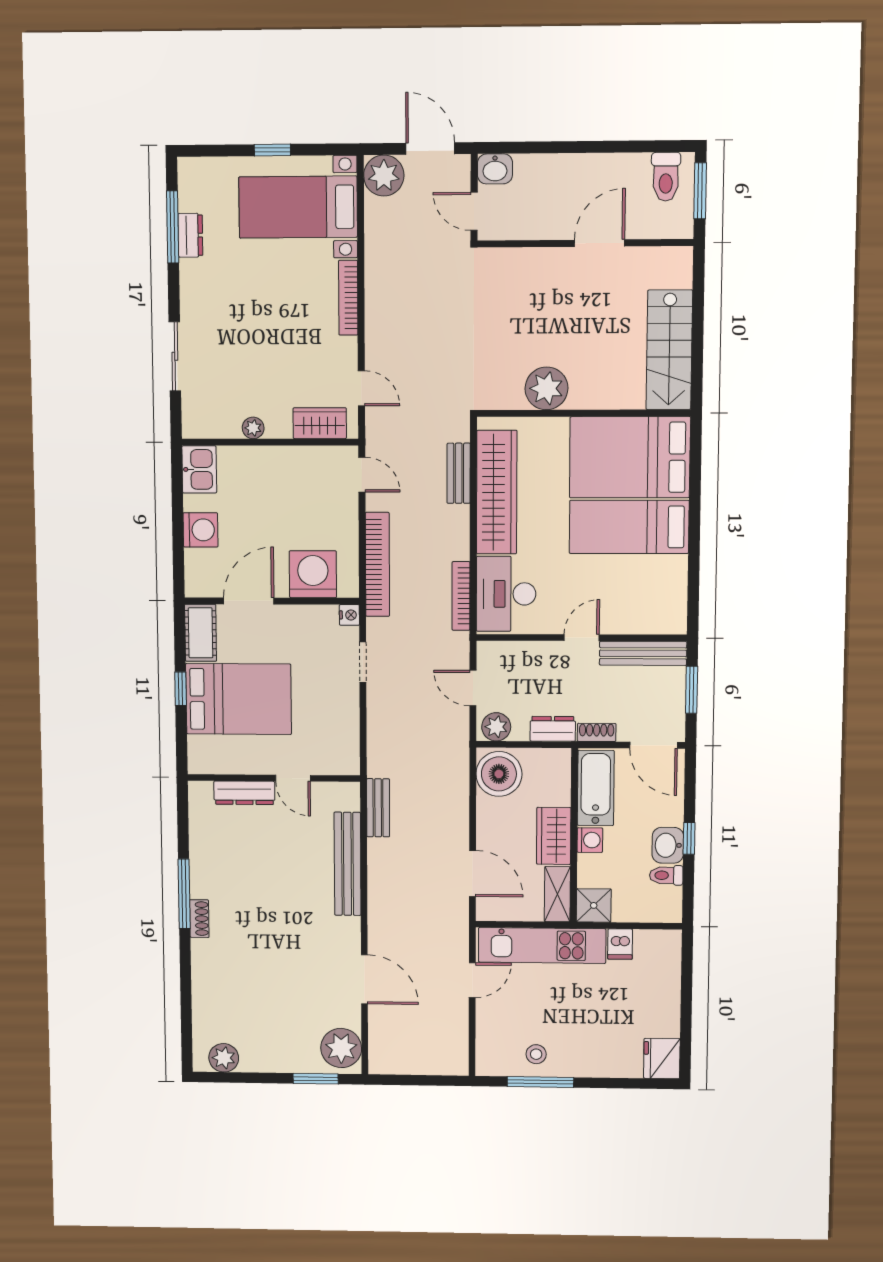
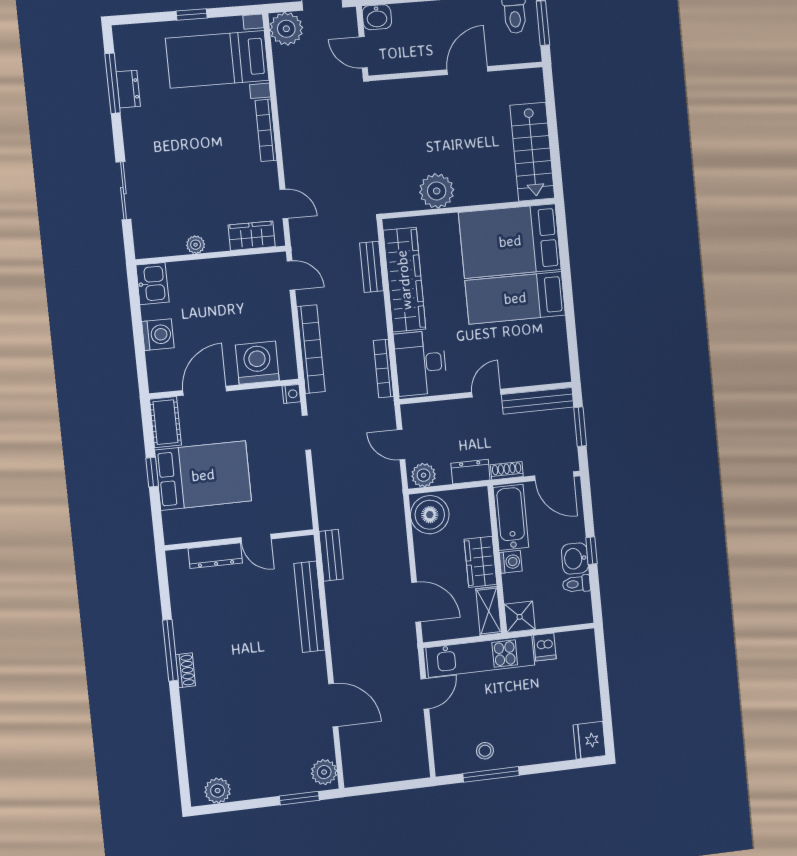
plant: (341, 1048) -> (324, 772), width x0.73, depth x0.73

